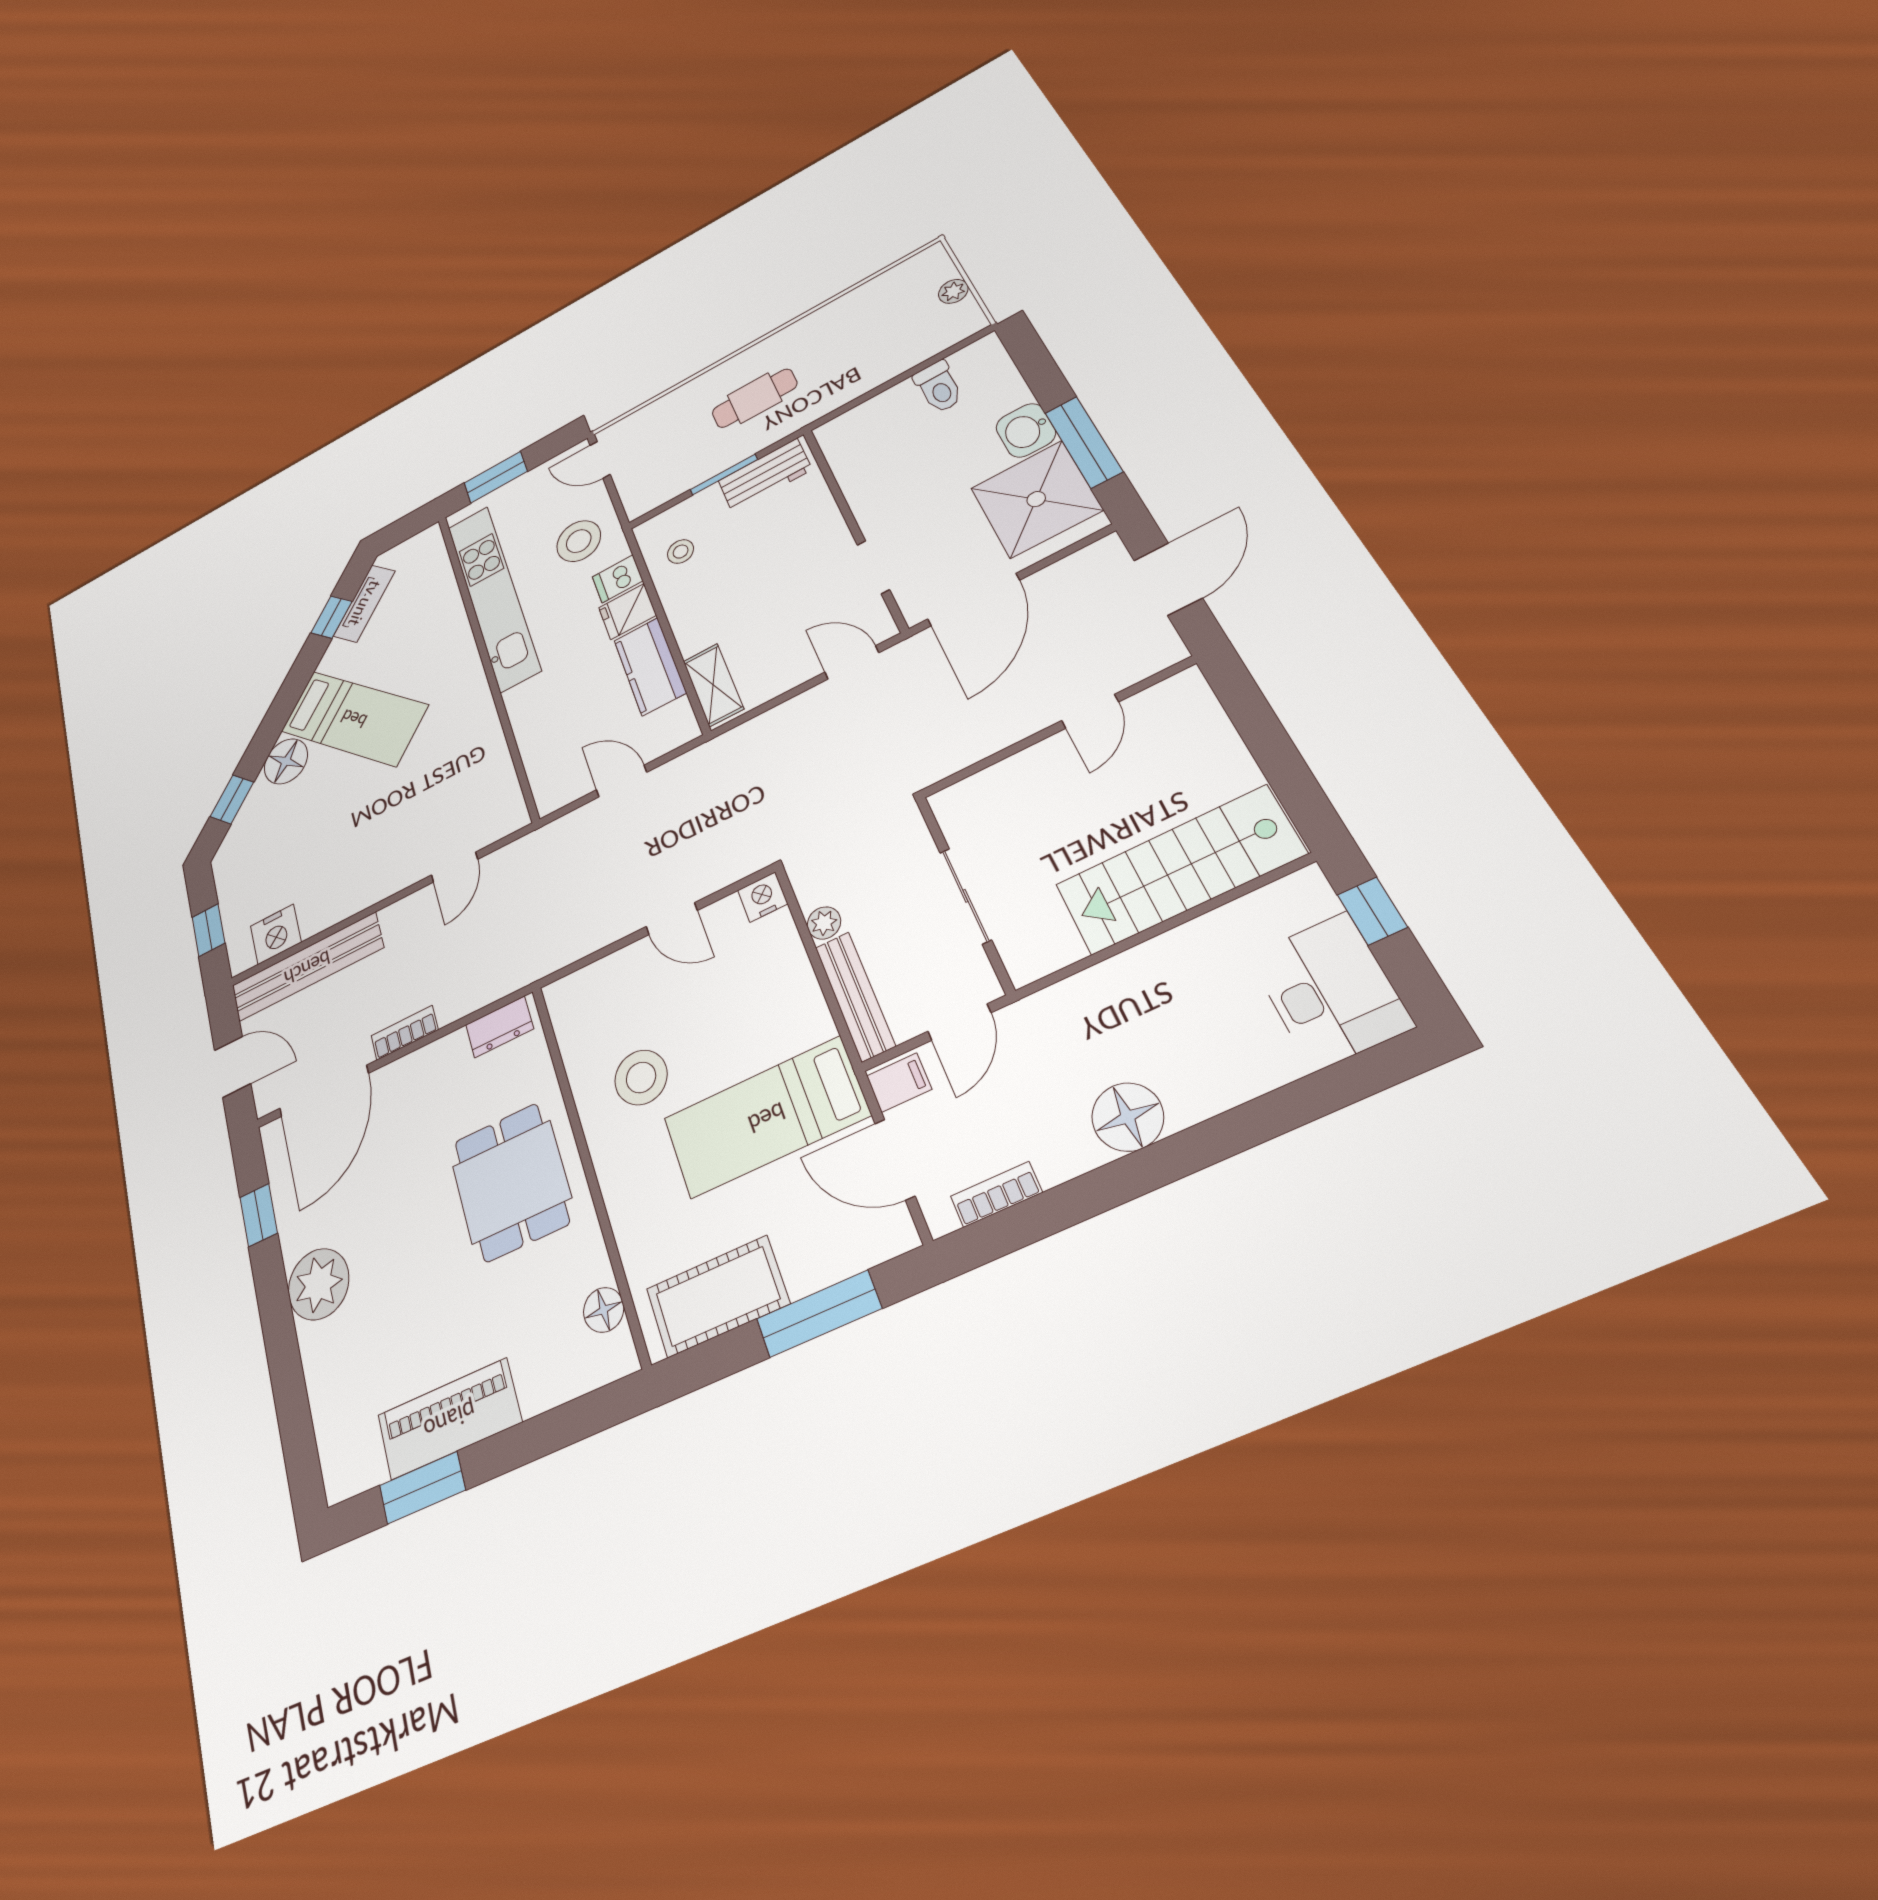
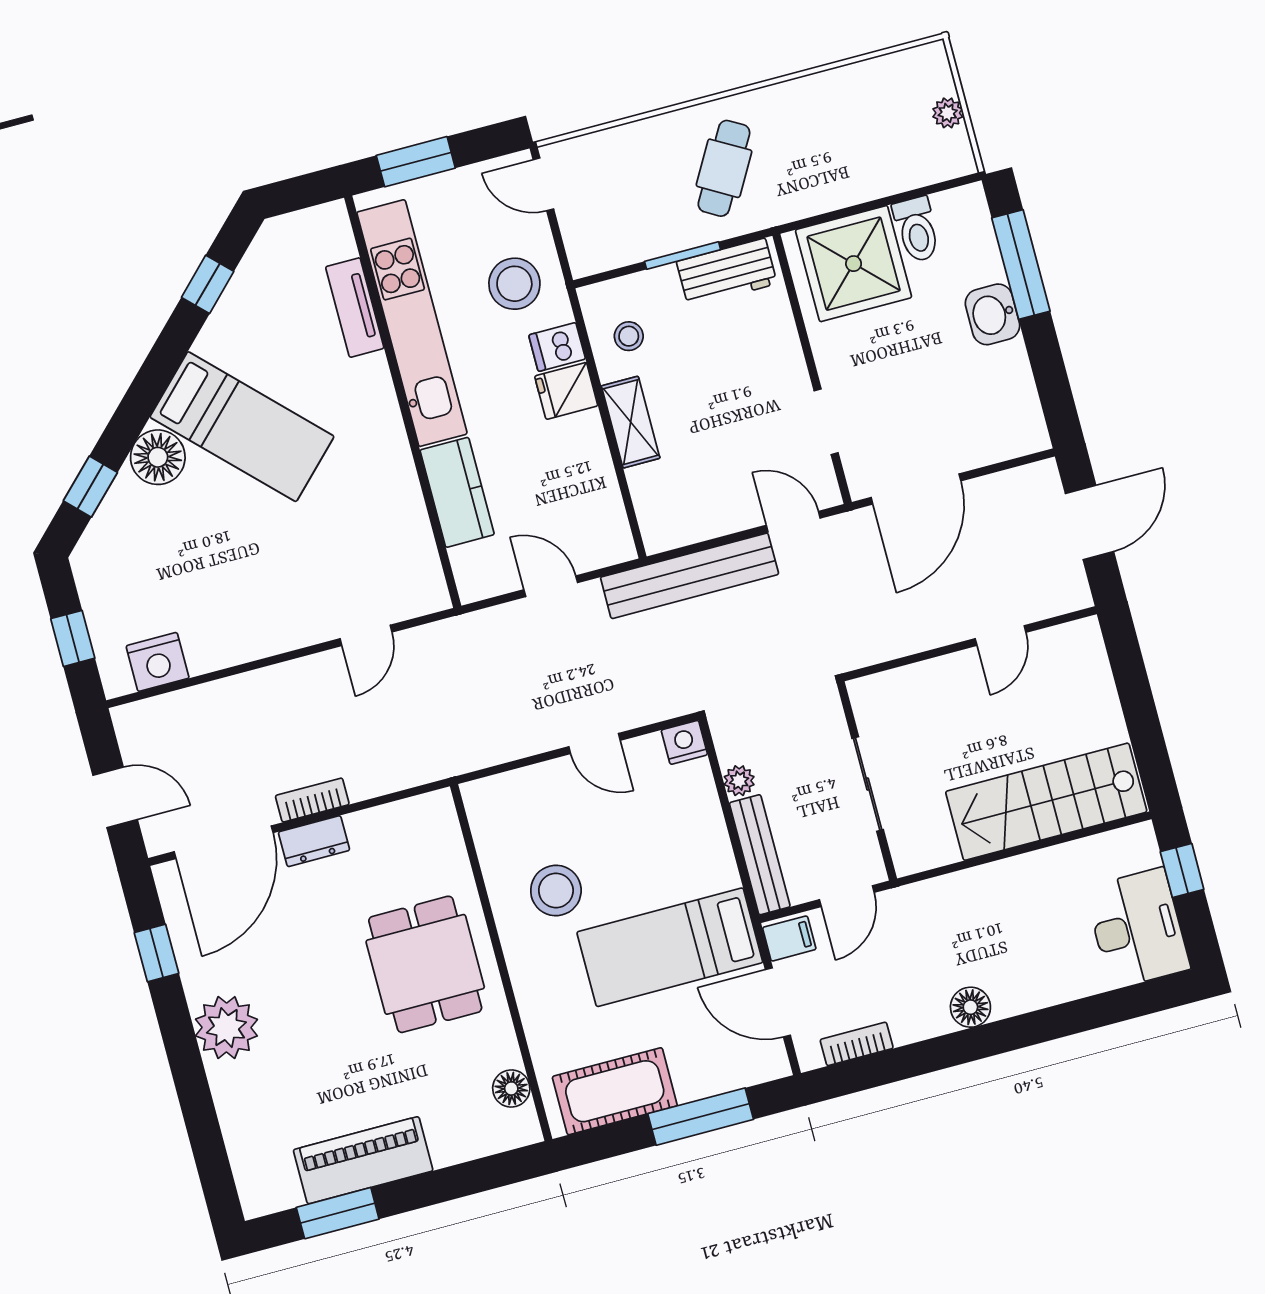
cafe table: (754, 398) -> (724, 168), turned -60
window: (1084, 442) -> (1021, 265), moved
shower: (1036, 499) -> (854, 264), moved
tv unit: (364, 603) -> (355, 308), moved, turned 135
kitchen counter: (650, 666) -> (457, 492), moved, turned 180
shelving: (713, 685) -> (631, 422), moved
bench: (307, 967) -> (690, 576), moved
dresser: (500, 1027) -> (314, 841), moved
floor lamp: (1128, 1117) -> (970, 1007), width x0.73, depth x0.73

